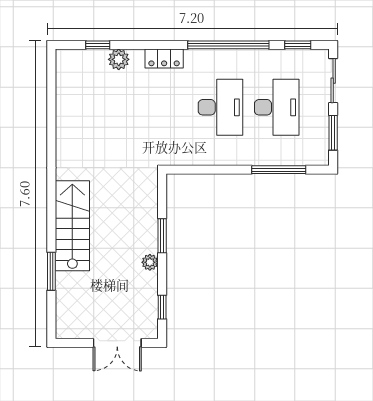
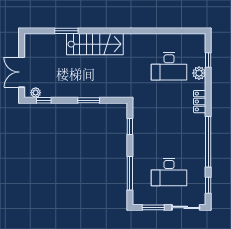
desk: (220, 107) -> (169, 66), moved
window: (204, 170) -> (130, 127), added
plant: (150, 262) -> (36, 93), moved

